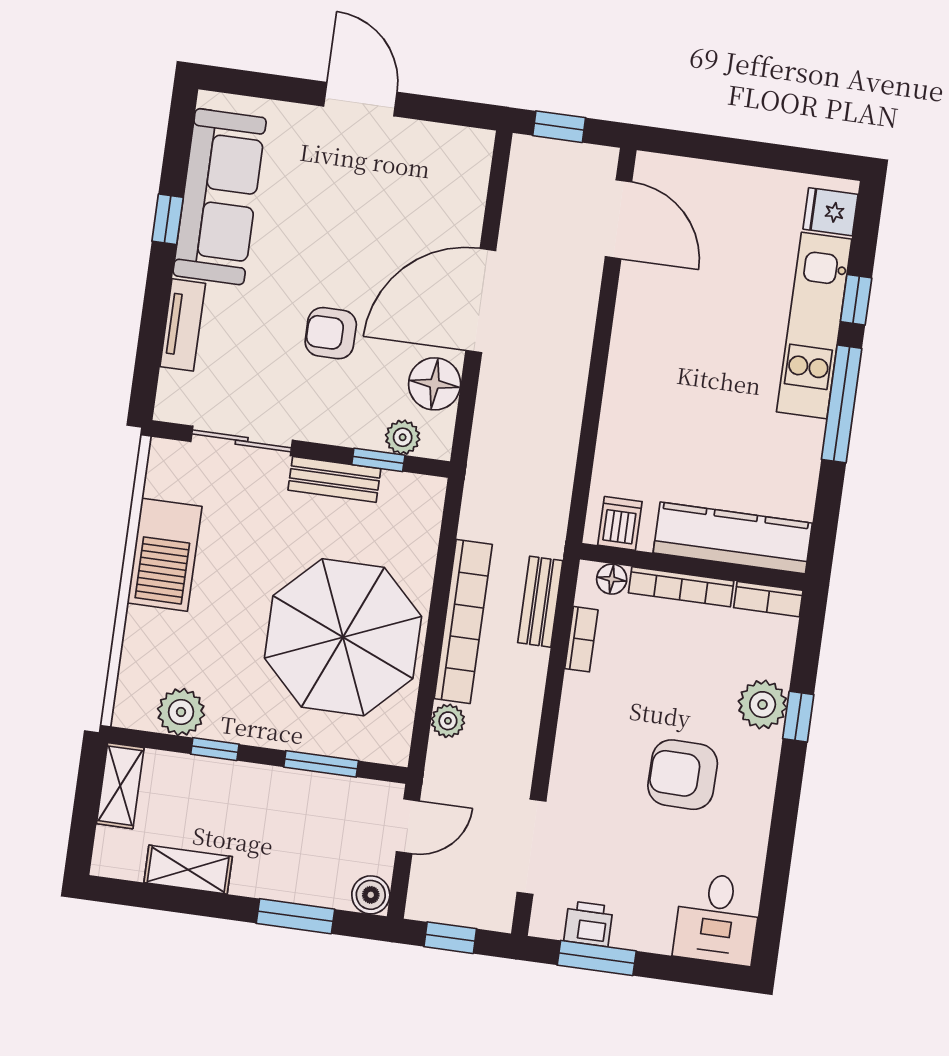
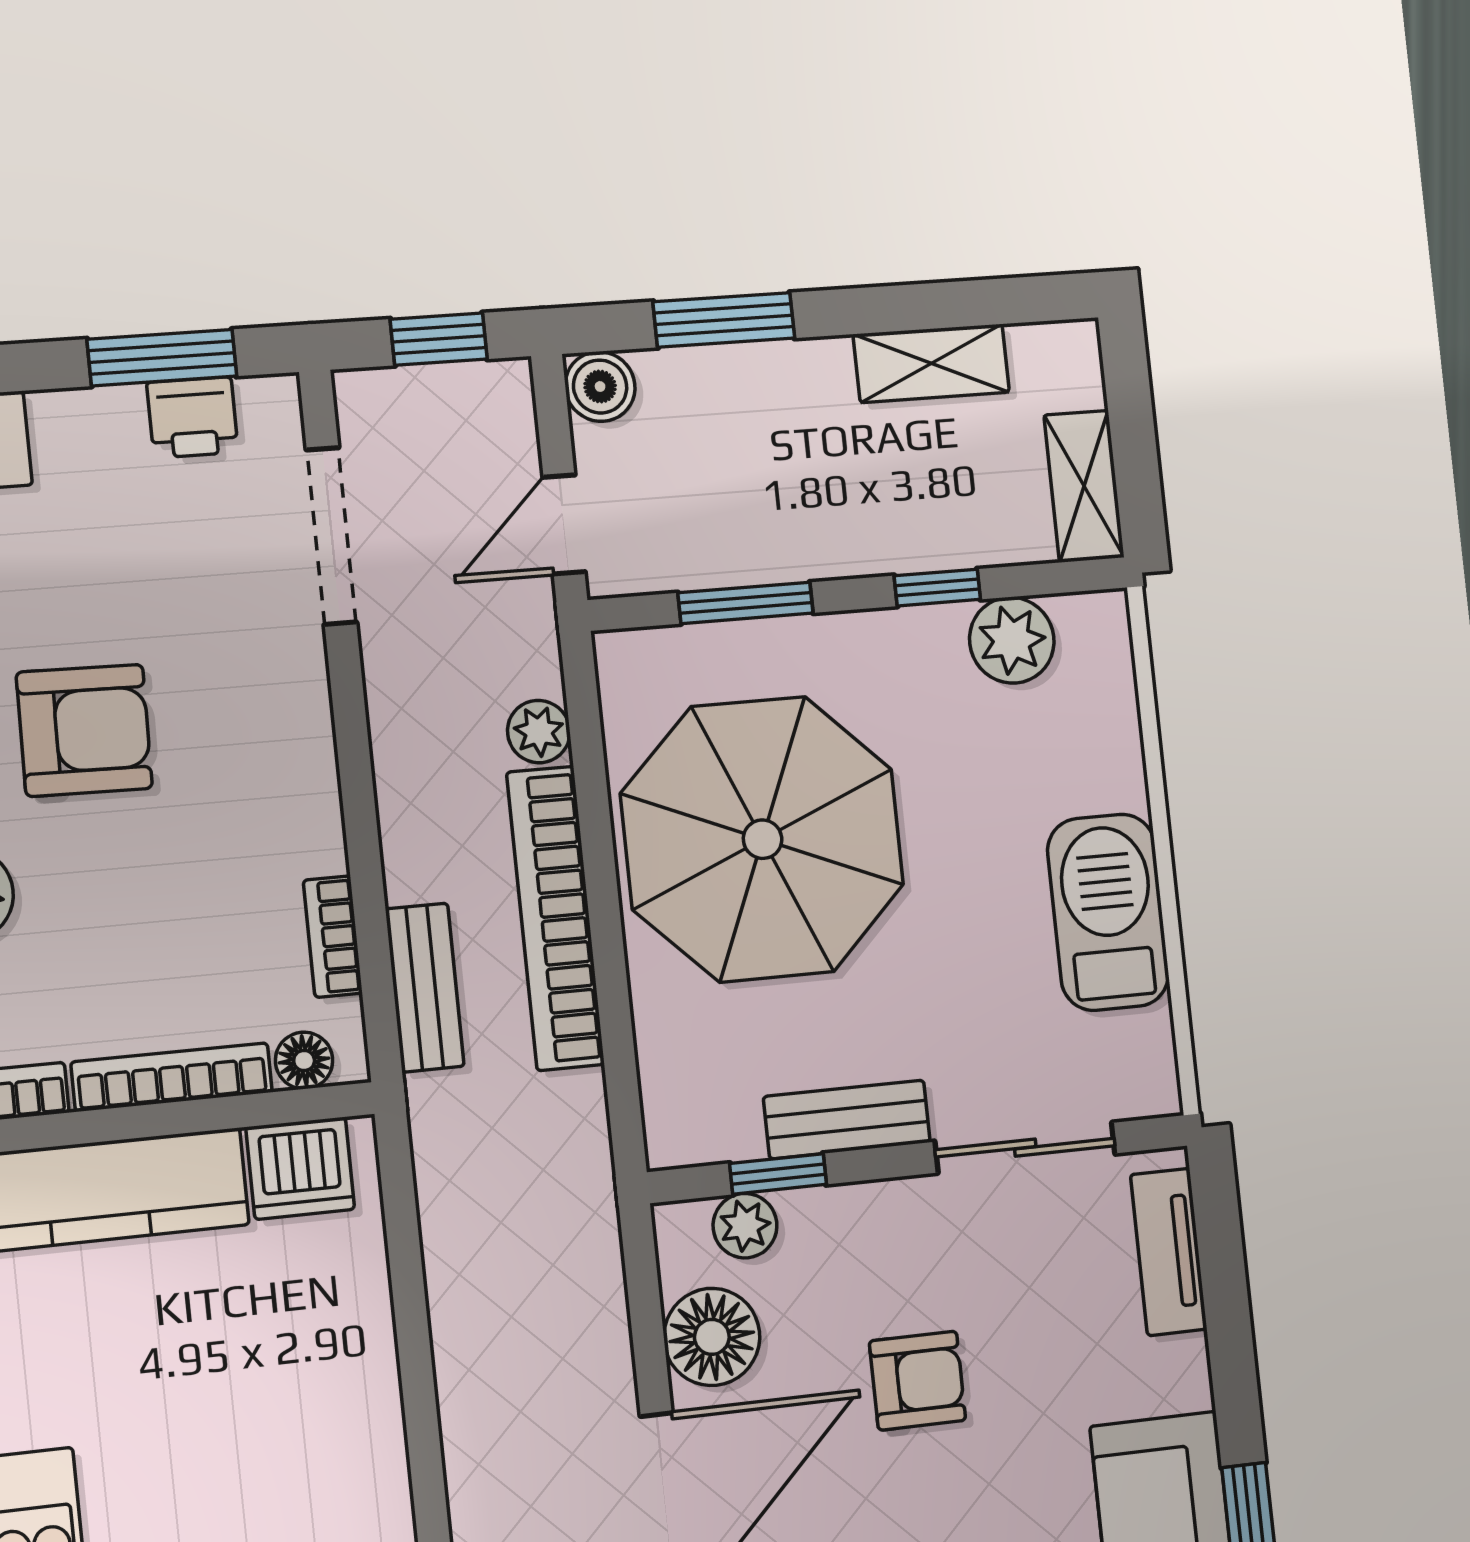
tv unit: (183, 325) -> (1169, 1252), moved
dishwasher: (620, 523) -> (300, 1168), width x1.38

